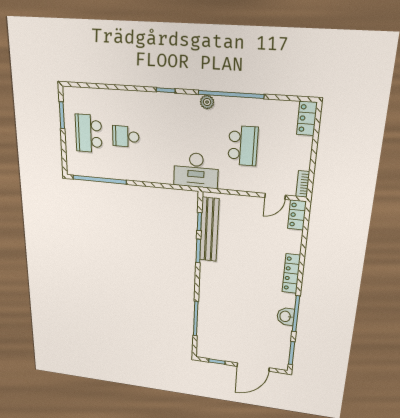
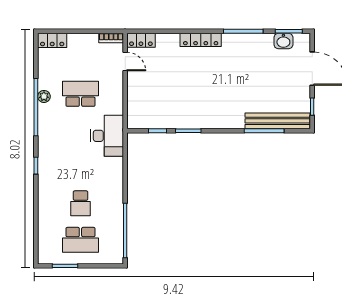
plant: (207, 102) -> (44, 96), moved
bench: (209, 230) -> (277, 121), moved
washbasin: (286, 316) -> (283, 41), moved

